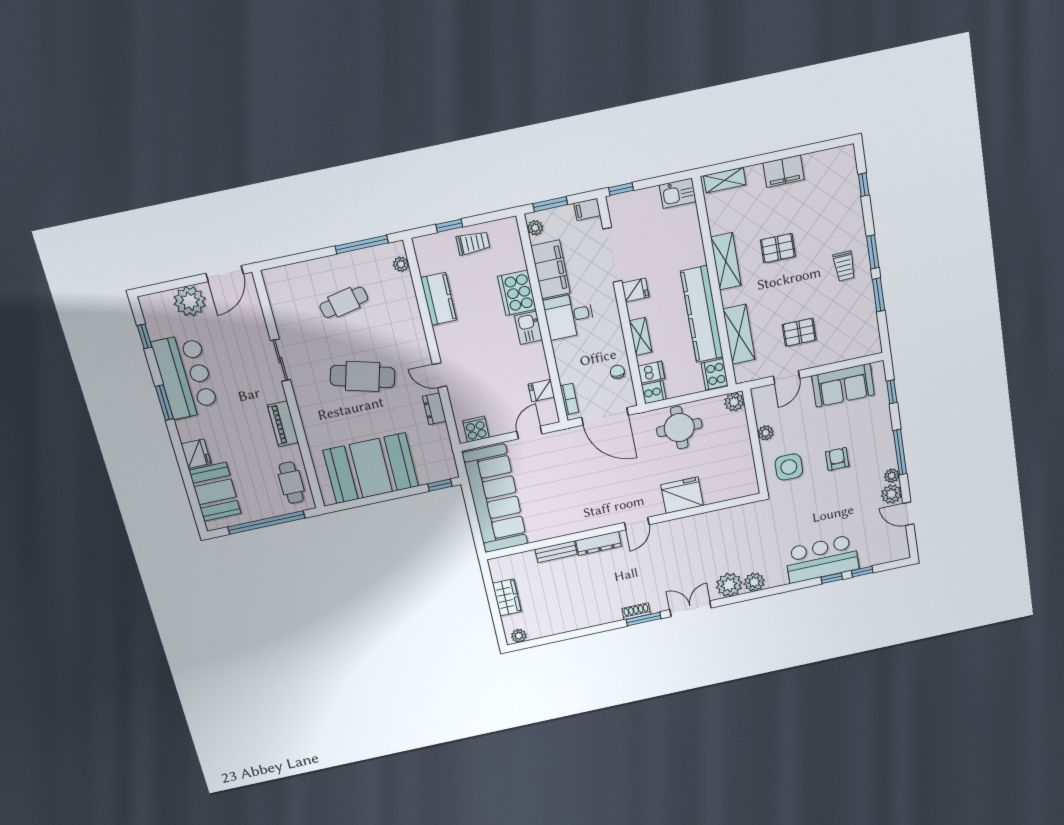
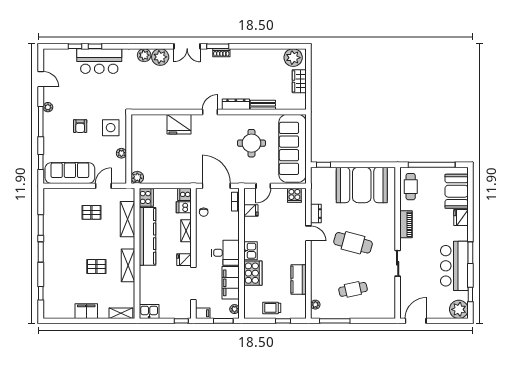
trolley: (844, 266) -> (59, 247), removed
plant: (190, 301) -> (459, 309), moved
sofa: (843, 385) -> (70, 173), width x1.36
round table: (679, 428) -> (251, 143), moved
plant: (891, 494) -> (50, 95), removed
plant: (519, 636) -> (293, 58), width x1.88, depth x1.88

